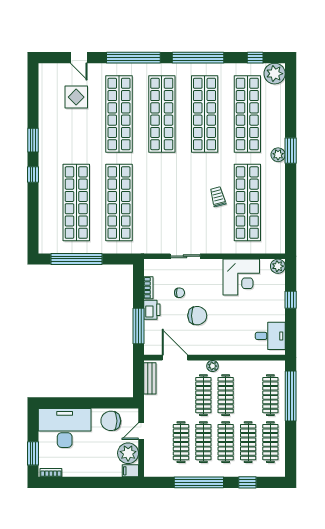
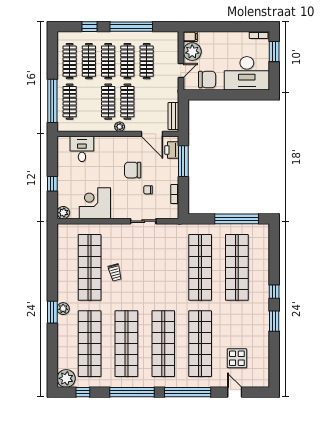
printer: (152, 310) -> (172, 150), moved
desk: (270, 336) -> (82, 149), moved, turned 90

